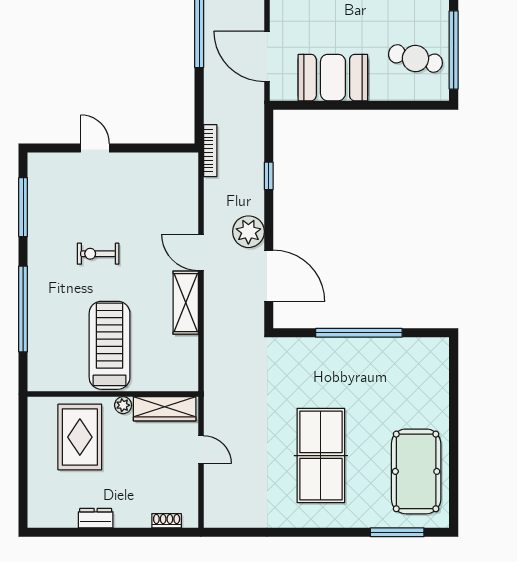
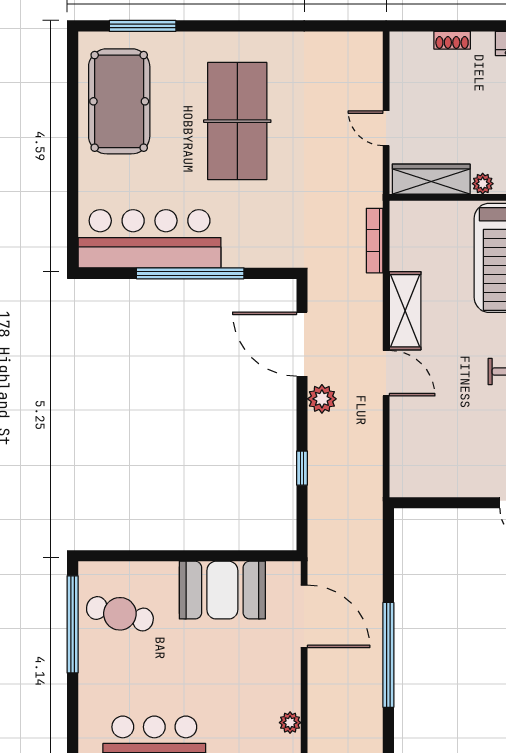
bookcase: (210, 151) -> (375, 241), moved
plant: (248, 232) -> (322, 399), width x0.73, depth x0.73
bar counter: (392, 361) -> (150, 239), added
shoe rack: (167, 521) -> (452, 40), moved

